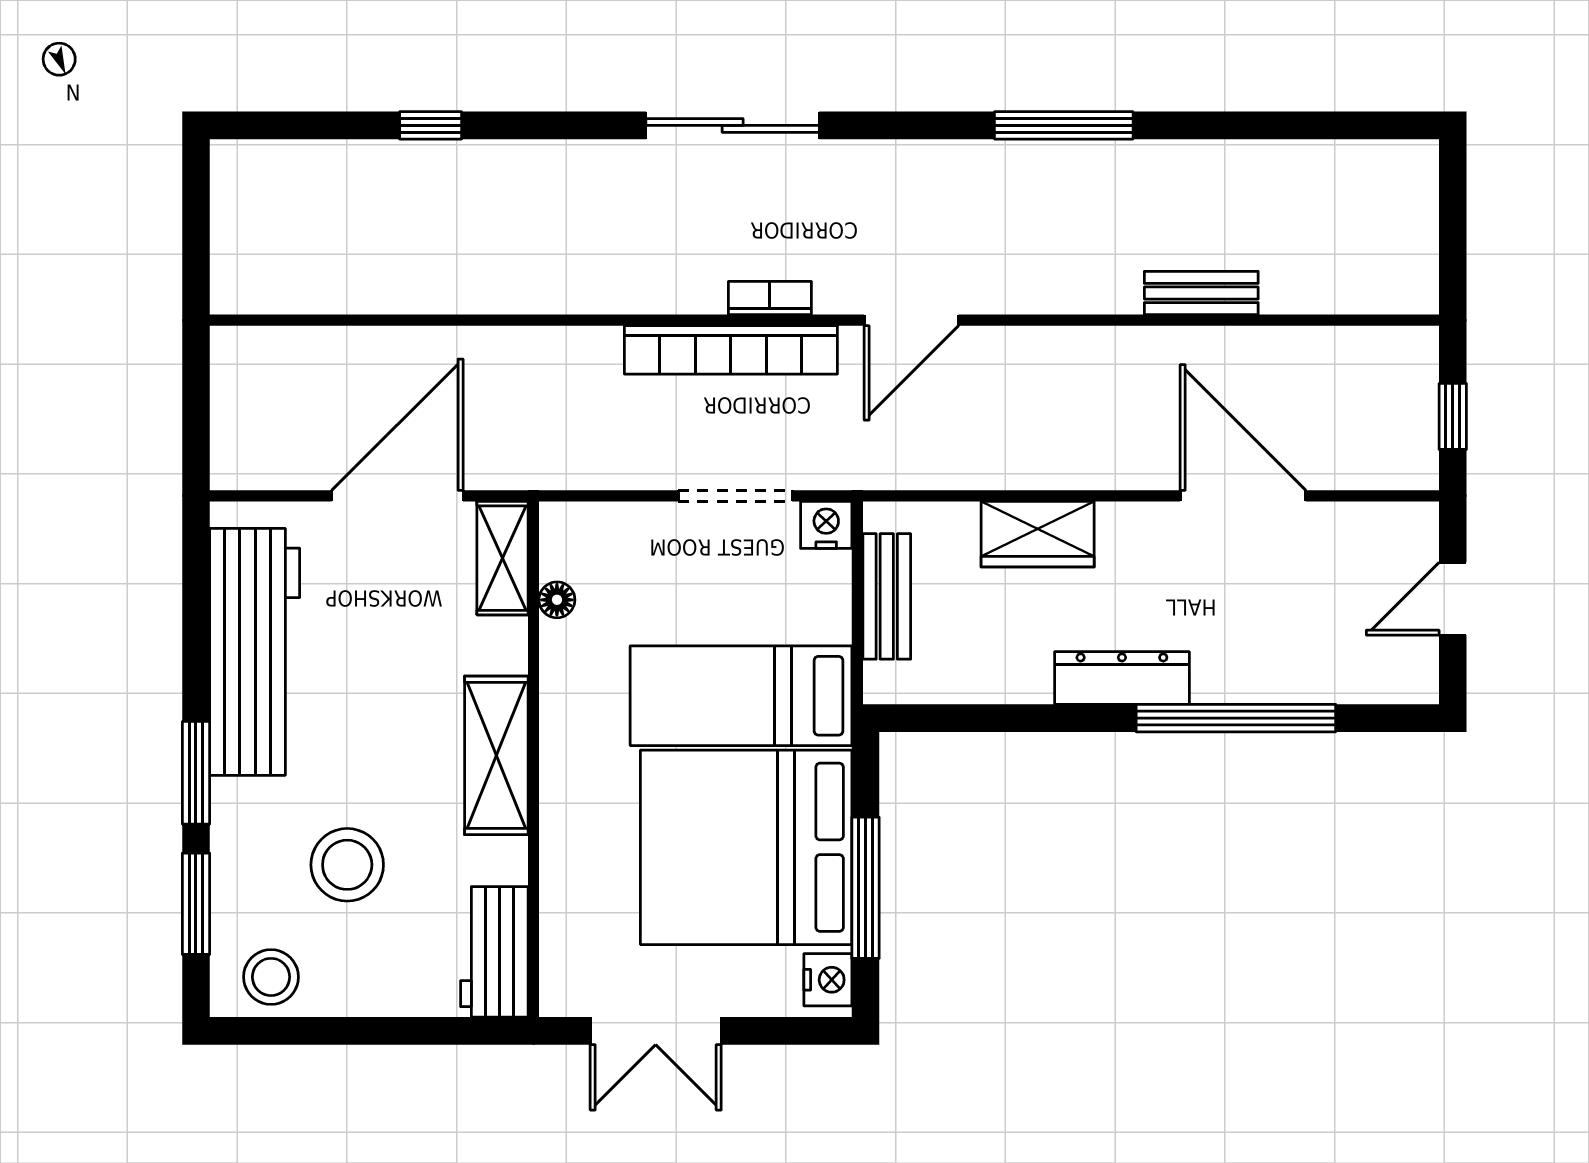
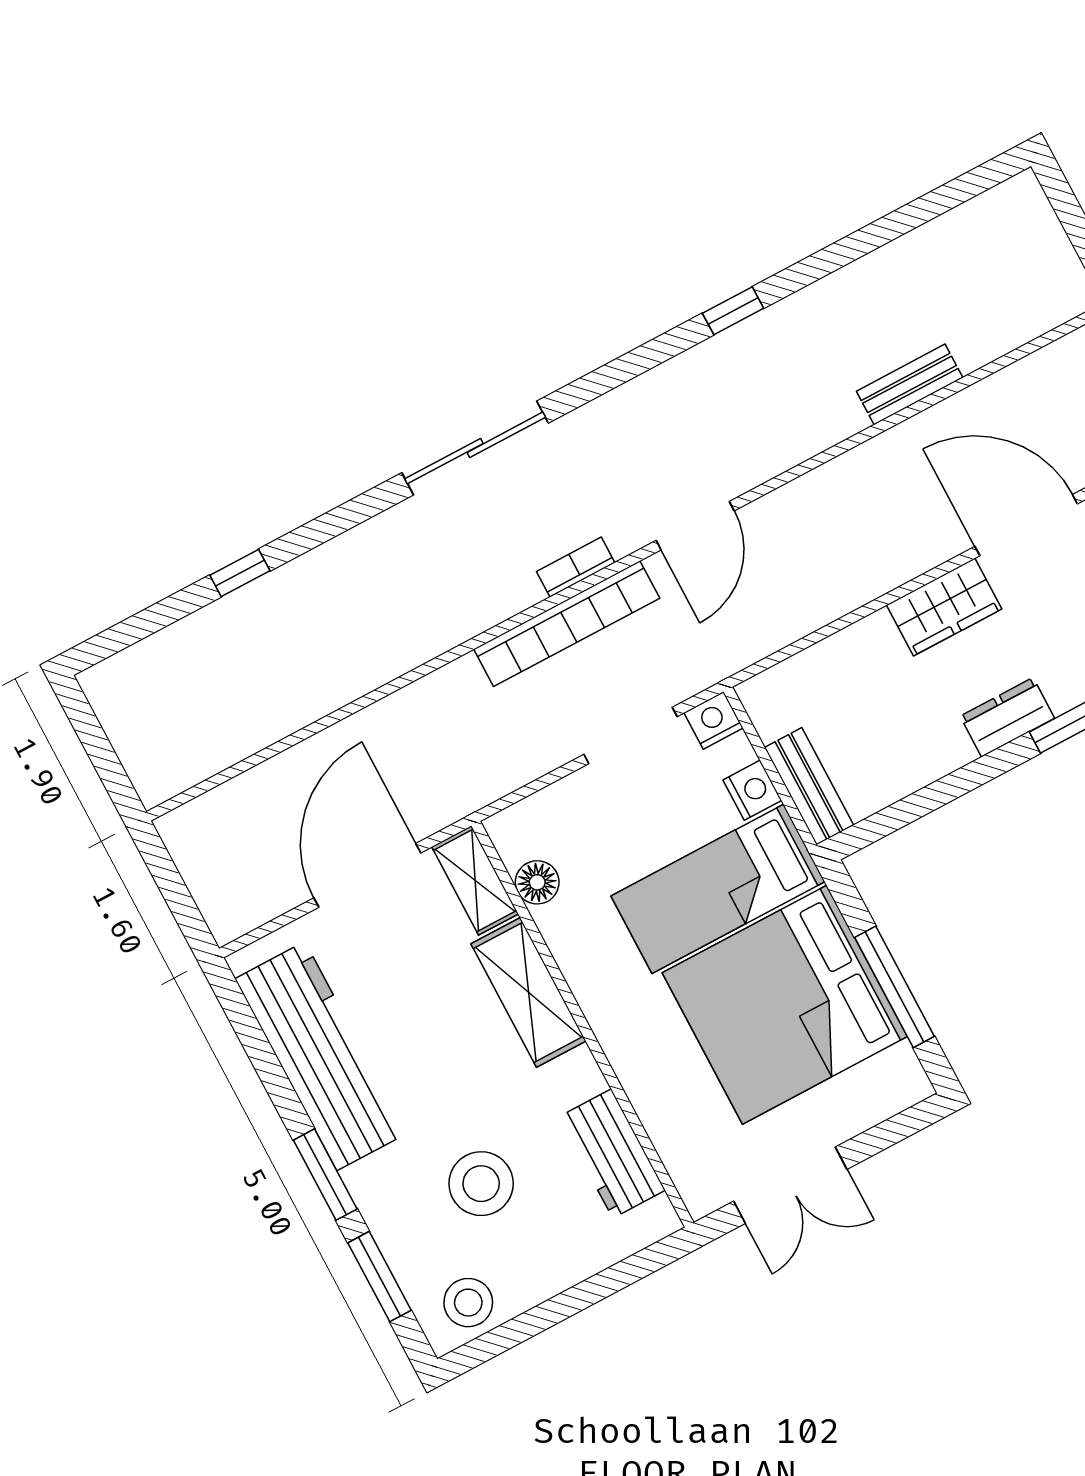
window: (1064, 125) -> (733, 311), width x0.46
wardrobe: (1038, 534) -> (944, 607), moved
bench: (887, 596) -> (809, 786), moved
floor lamp: (557, 600) -> (537, 882), width x1.37, depth x1.37
dresser: (1122, 678) -> (1007, 717), width x0.70
shelving: (496, 755) -> (528, 992), moved
workbench: (494, 952) -> (612, 1154), moved
nightstand: (828, 980) -> (752, 790), moved

